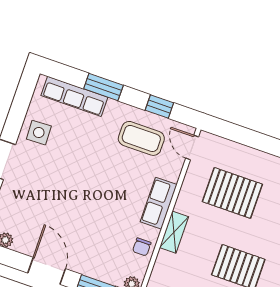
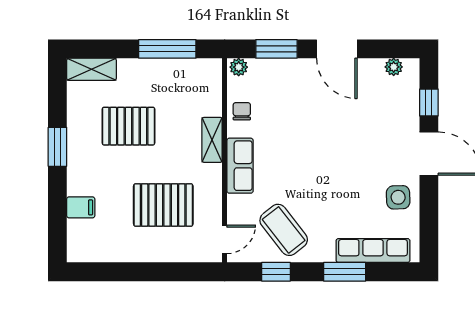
coffee table: (141, 138) -> (284, 230), turned 52
door: (192, 148) -> (225, 239), hinge flipped

